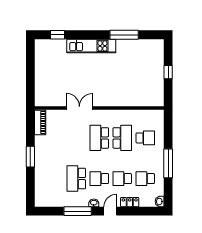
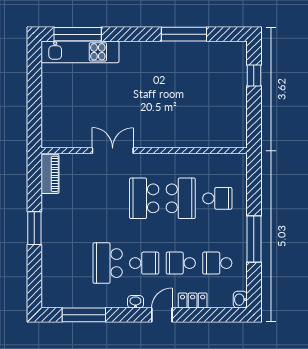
window: (57, 35) -> (78, 34), width x2.17
kitchen unit: (91, 46) -> (80, 52), moved
window: (168, 72) -> (254, 75), moved
school desk: (99, 179) -> (144, 263), turned 180
window: (78, 211) -> (84, 315), moved

